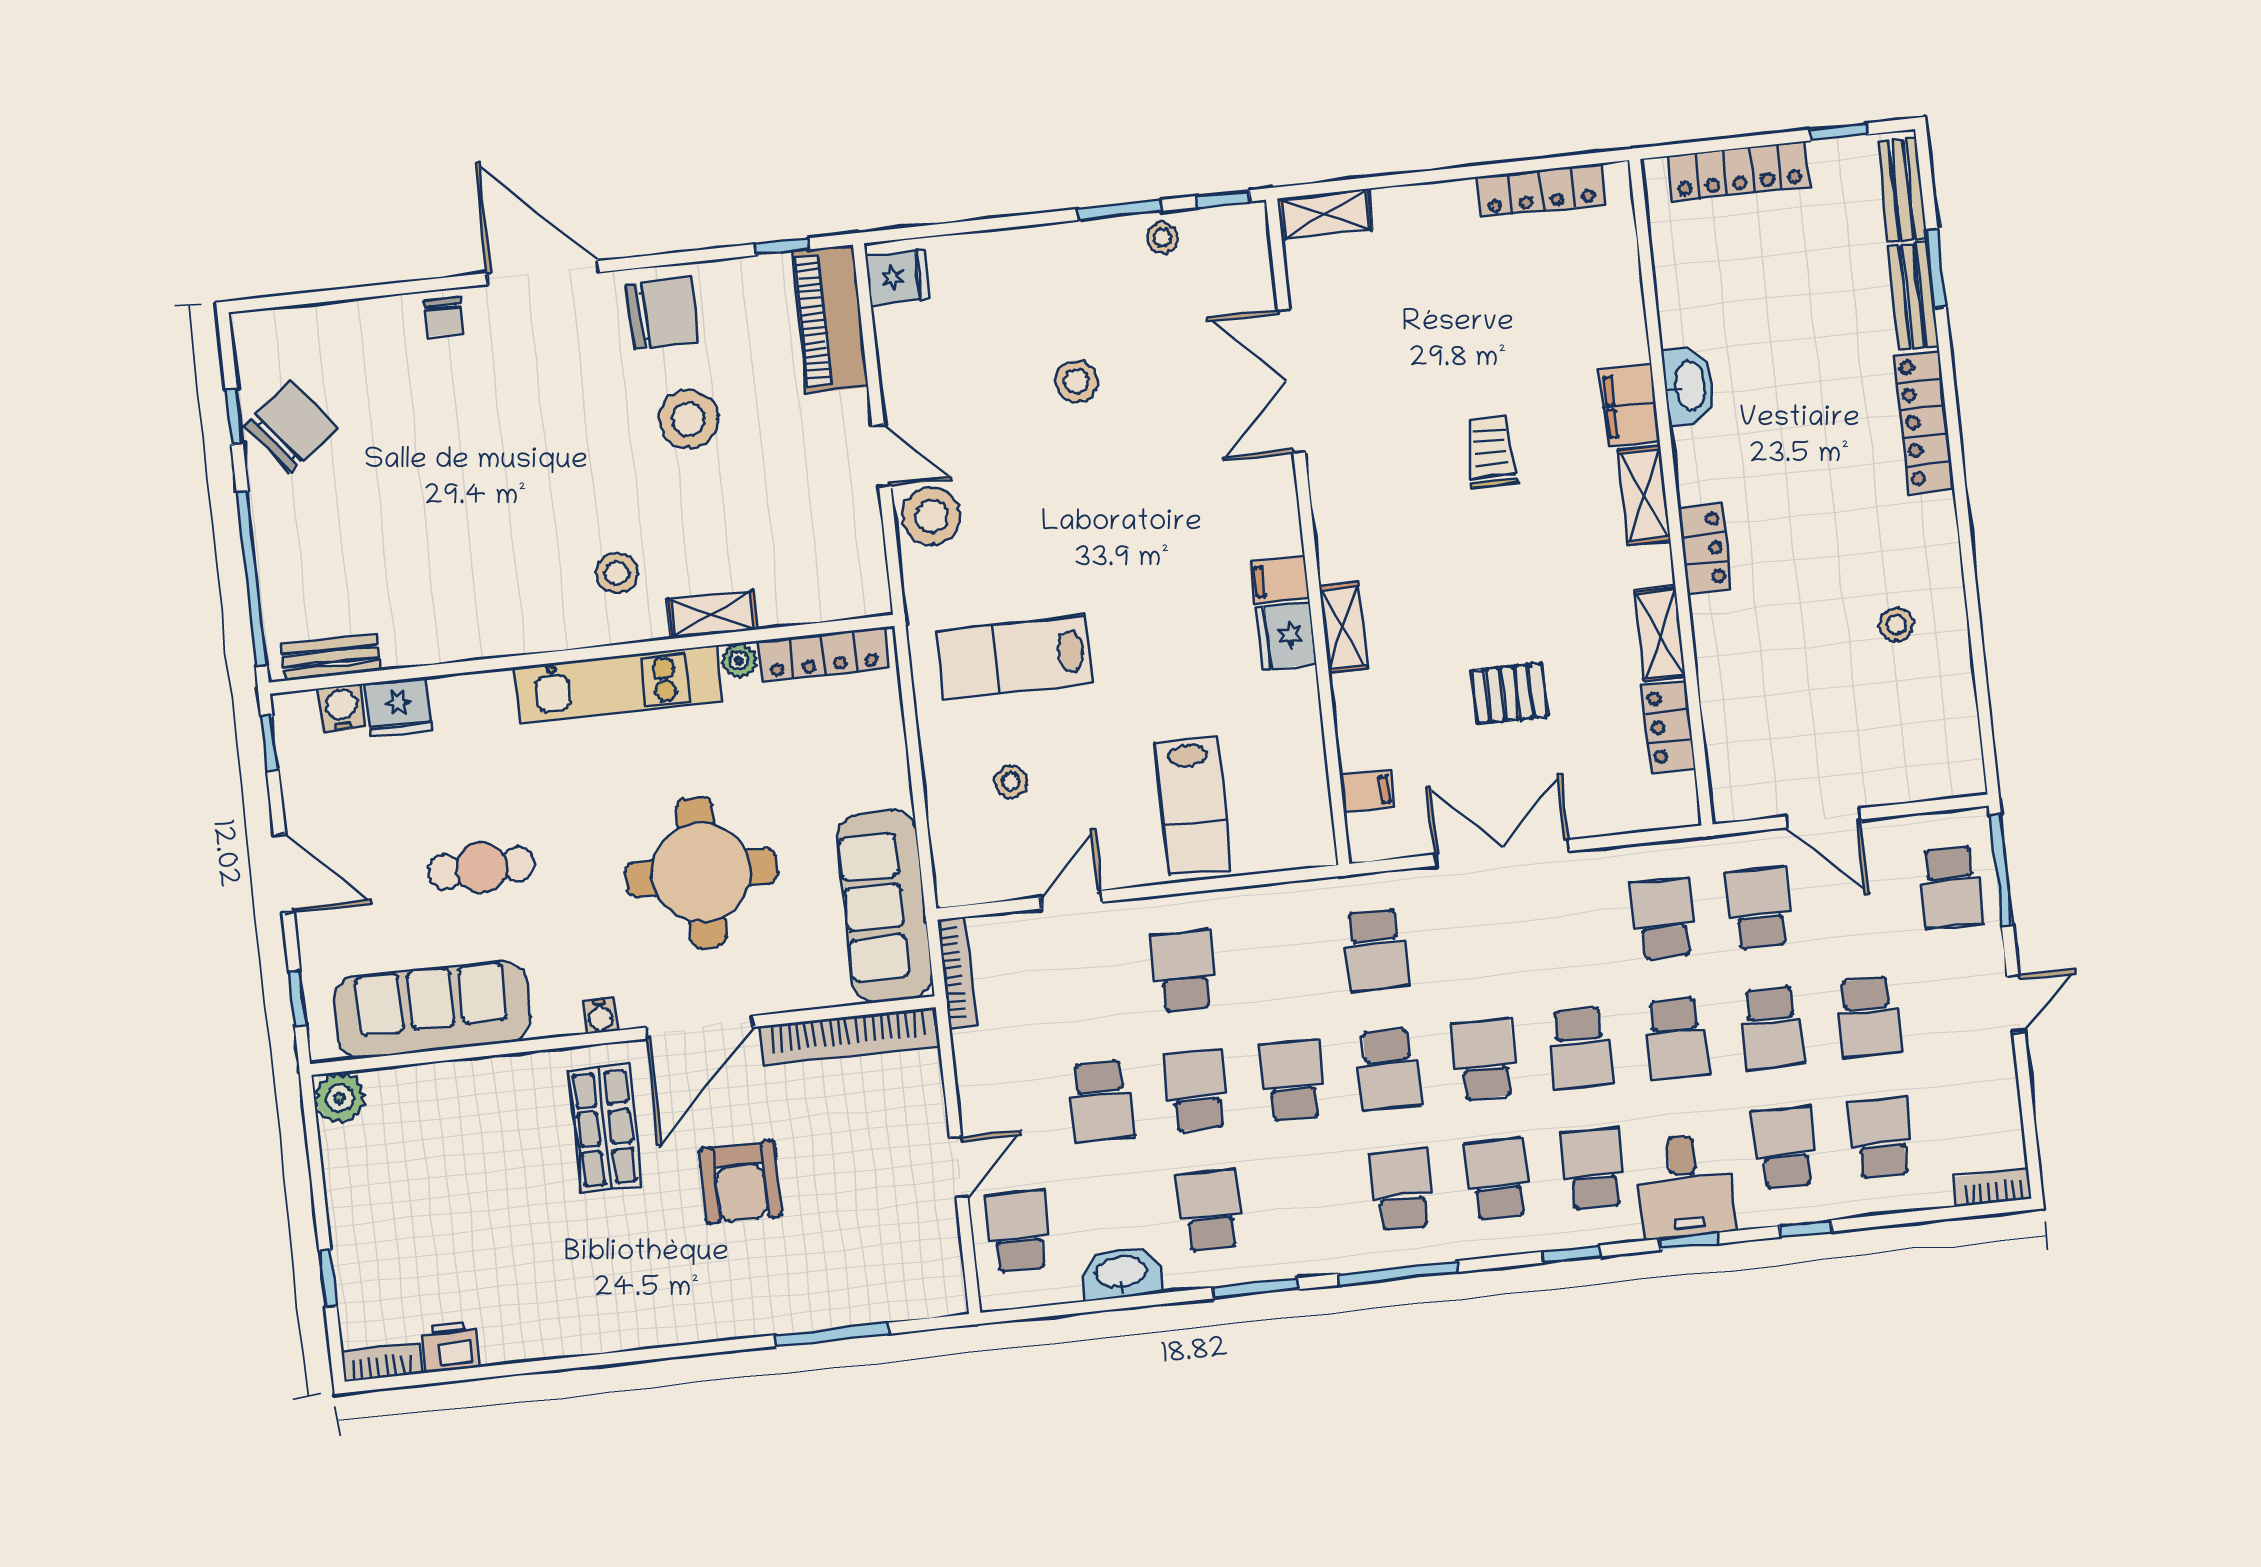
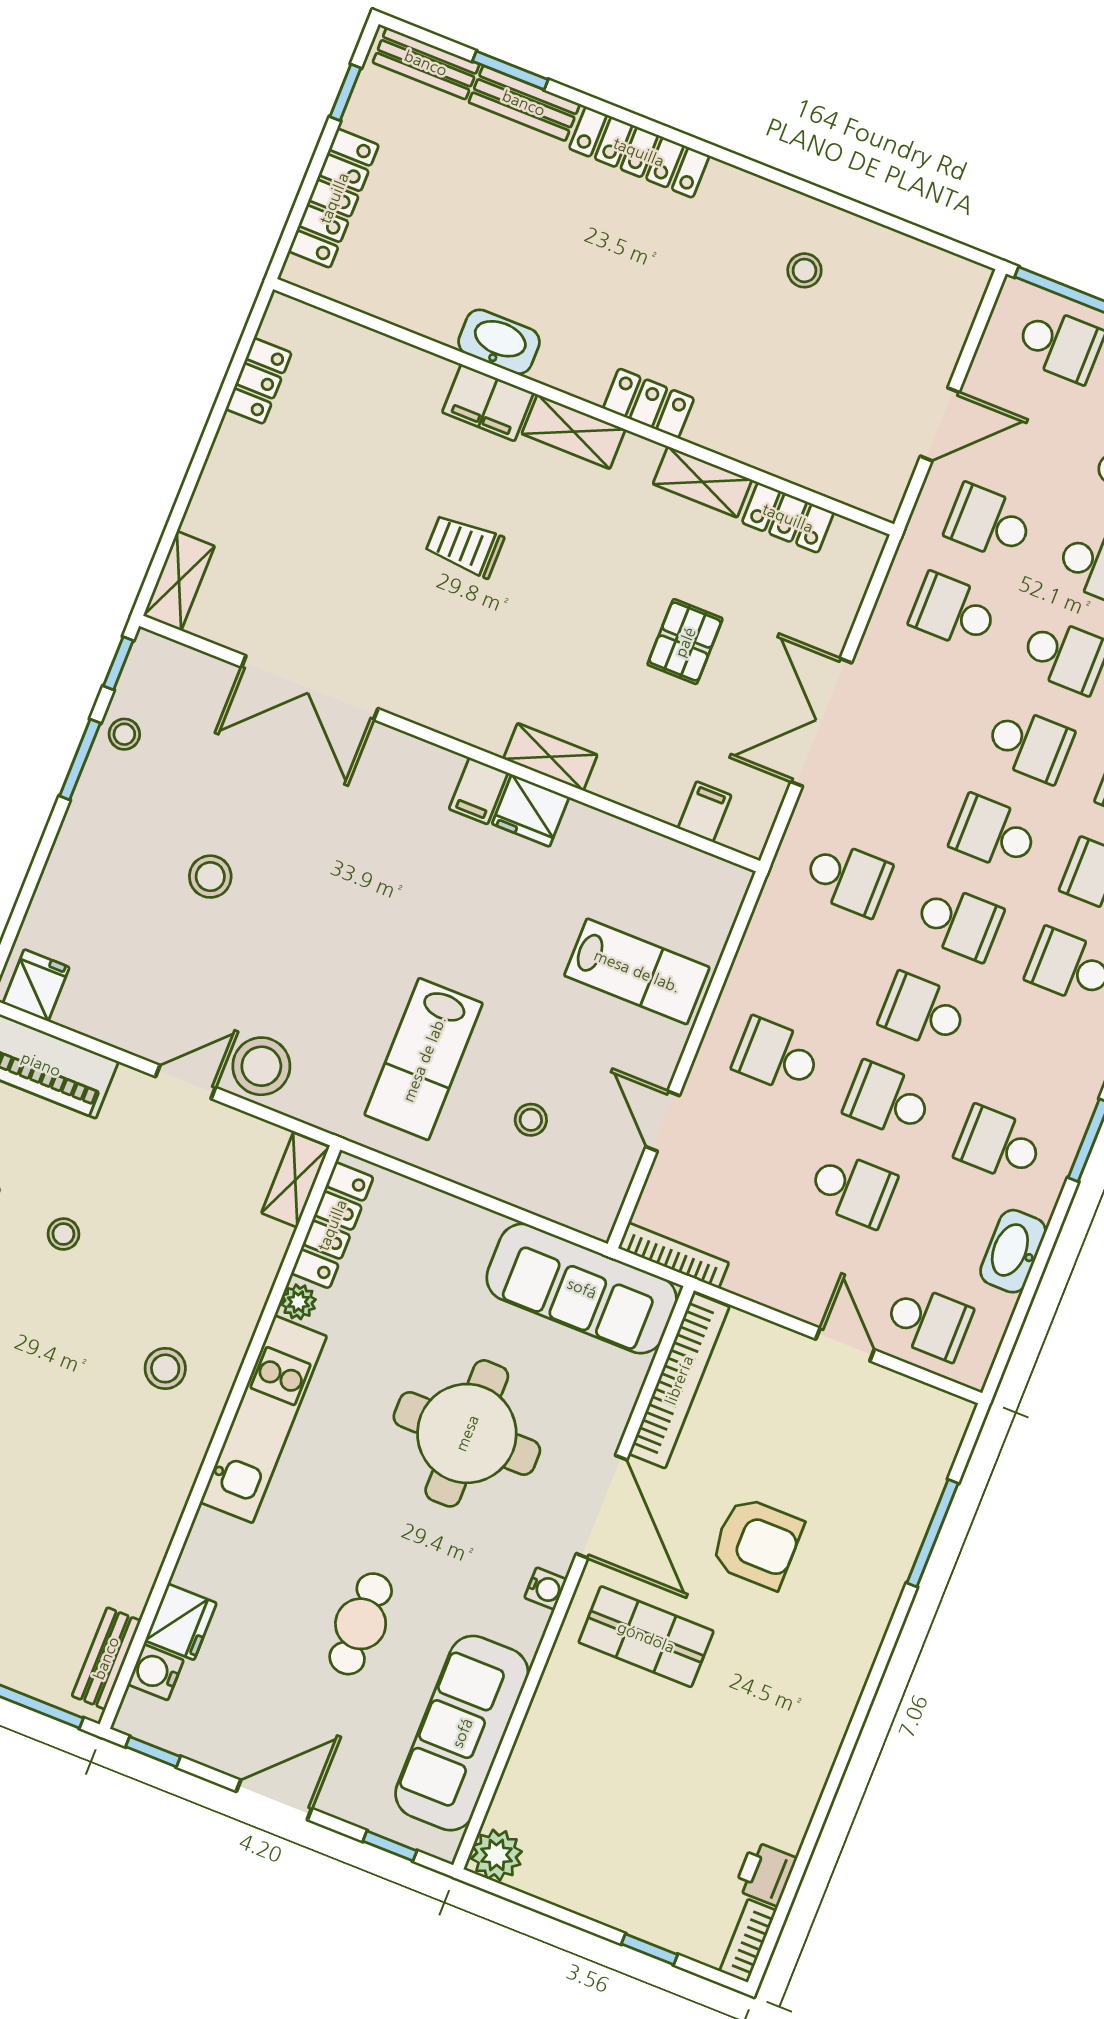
locker: (1541, 191) -> (259, 381), width x0.66
stool: (689, 419) -> (63, 1234), width x0.53, depth x0.53
shelving: (713, 615) -> (295, 1180), moved
school desk: (1018, 1231) -> (928, 1322), turned 180

